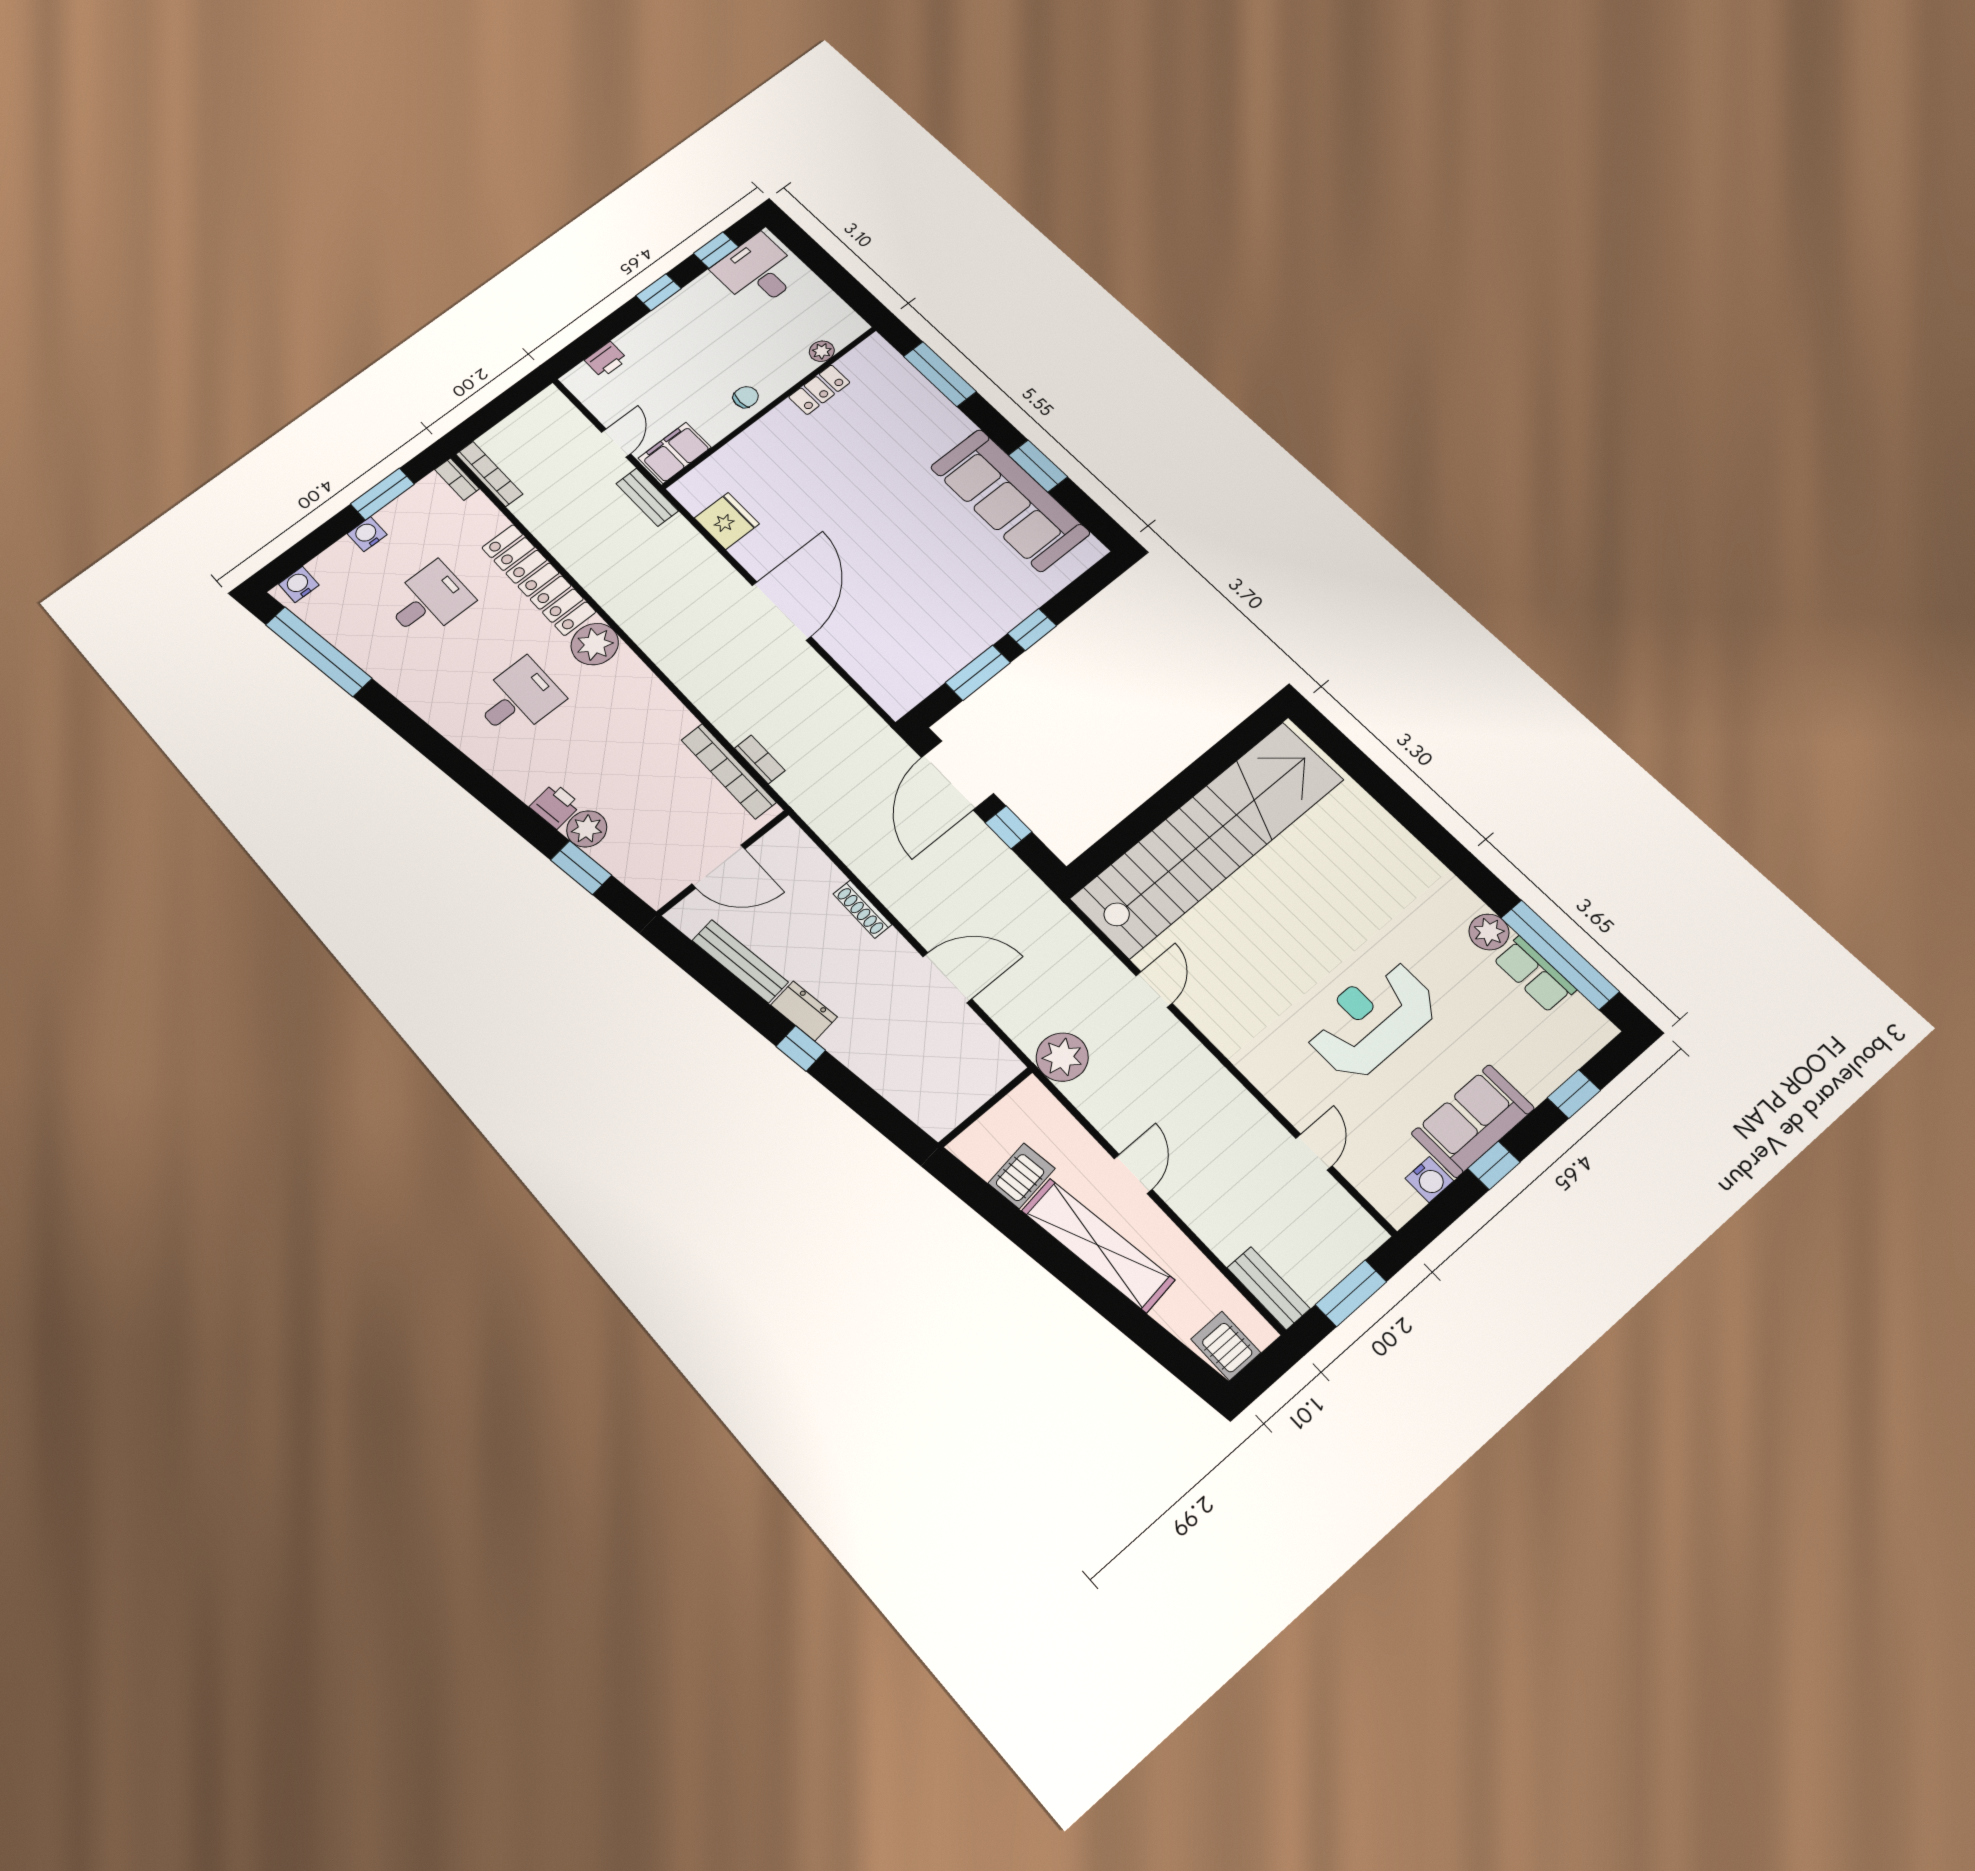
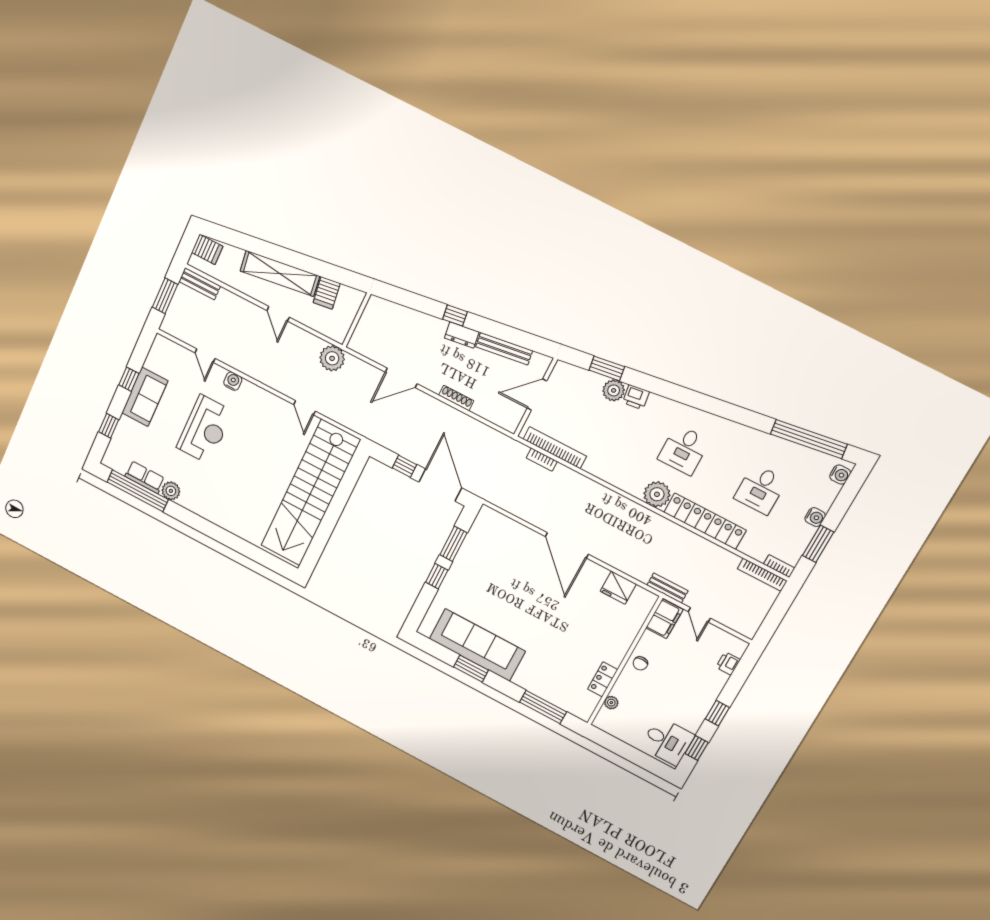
water cooler: (1429, 1180) -> (233, 381), moved, turned 90

